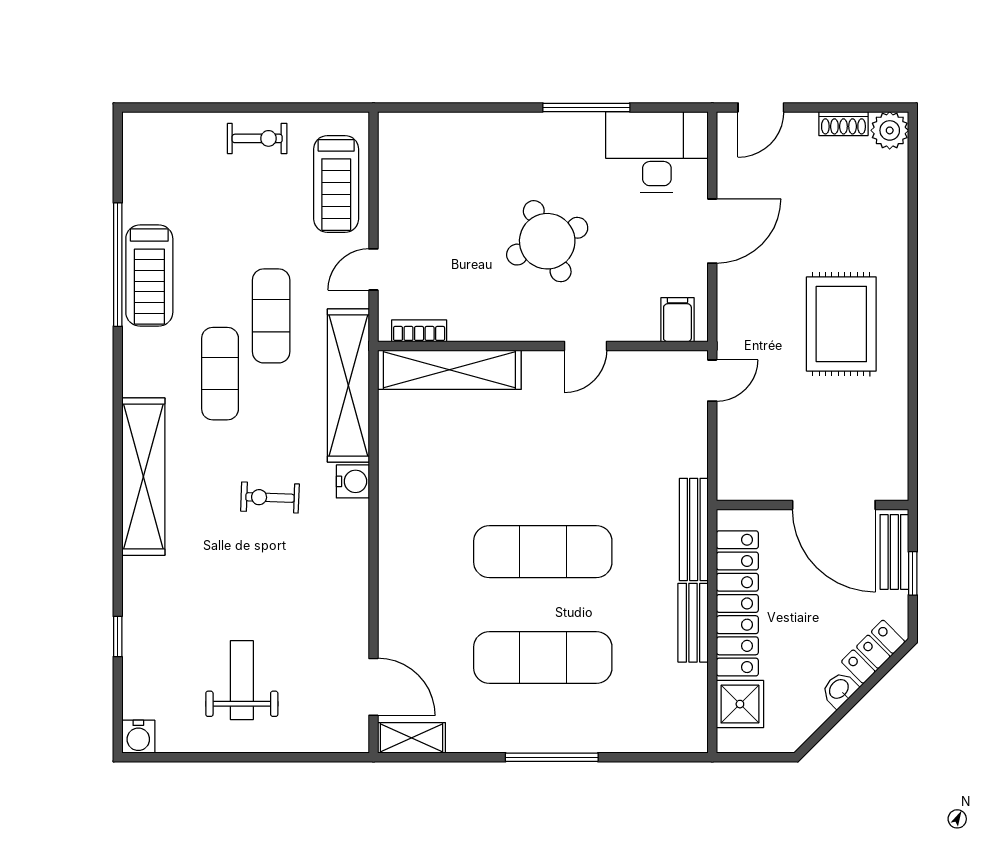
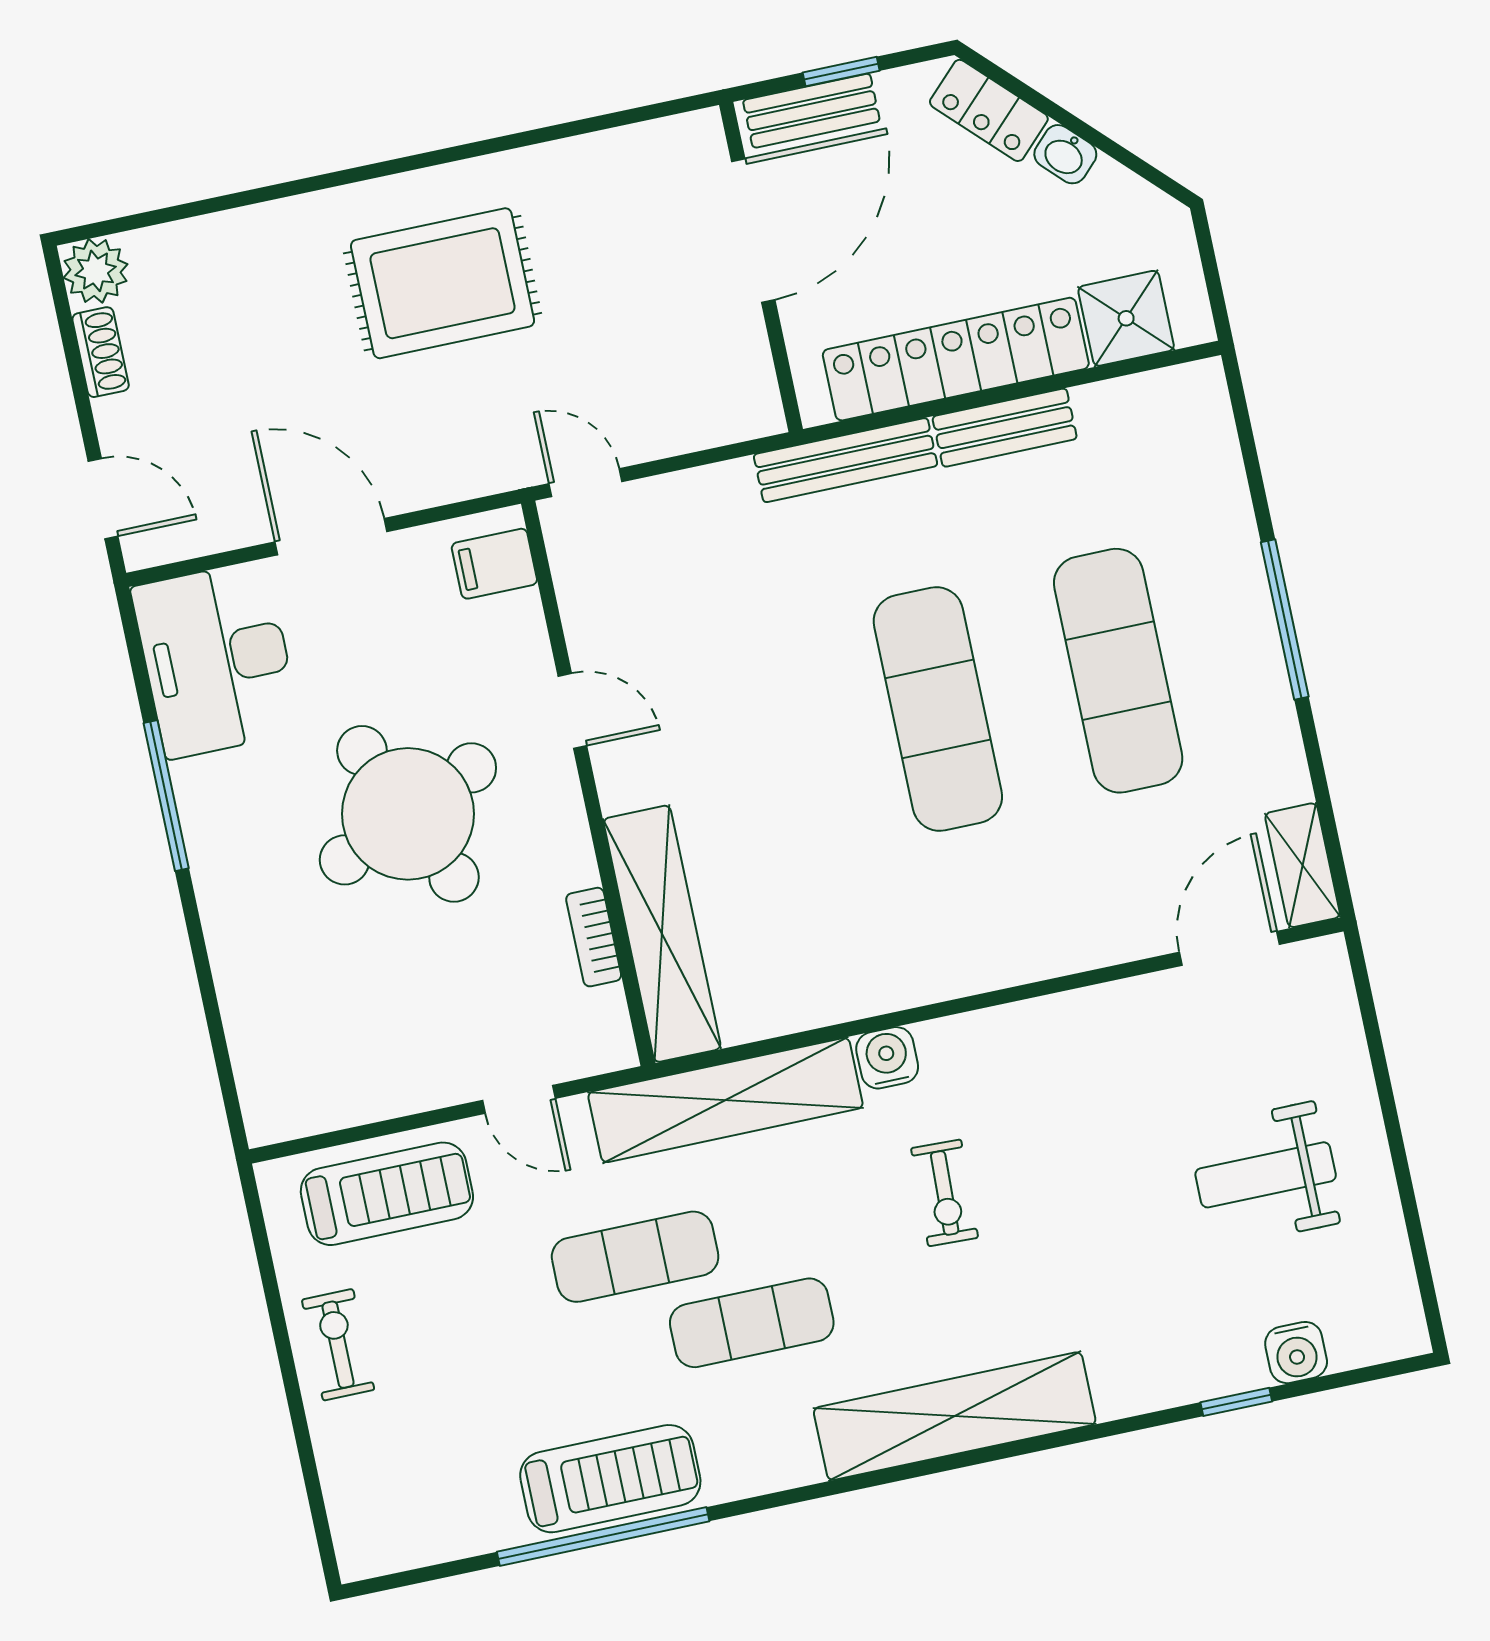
round table: (547, 241) -> (408, 814), width x1.36, depth x1.36
bookcase: (419, 331) -> (594, 937), moved
water cooler: (138, 737) -> (1296, 1353), moved, turned 90

